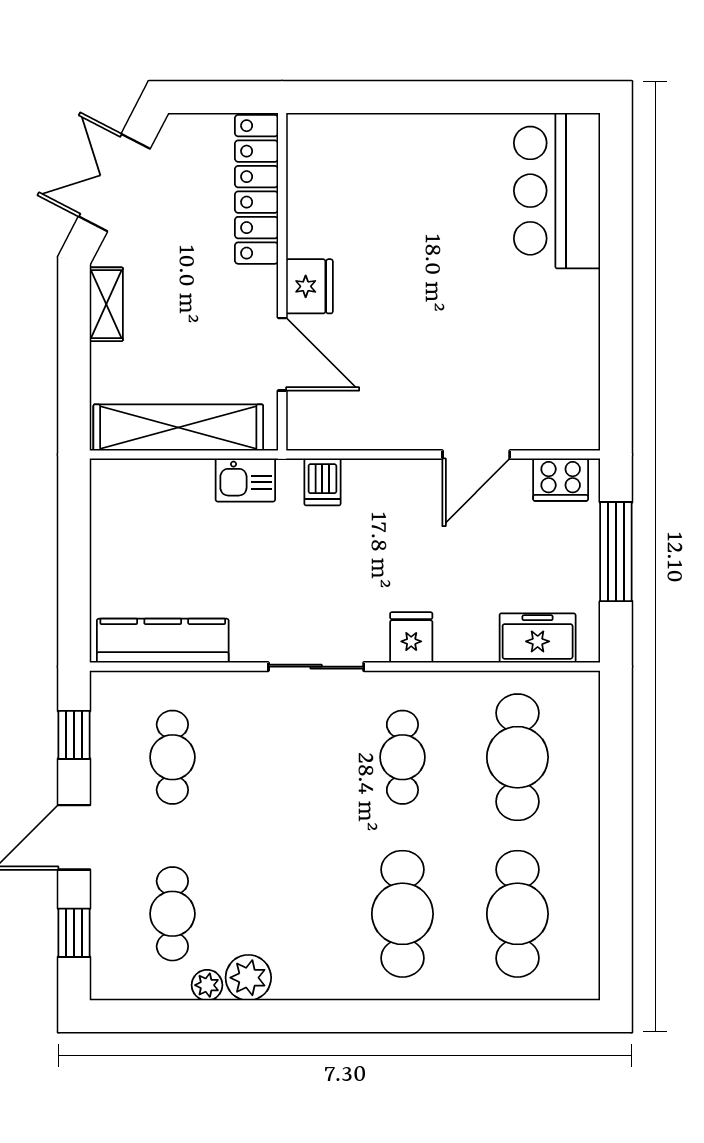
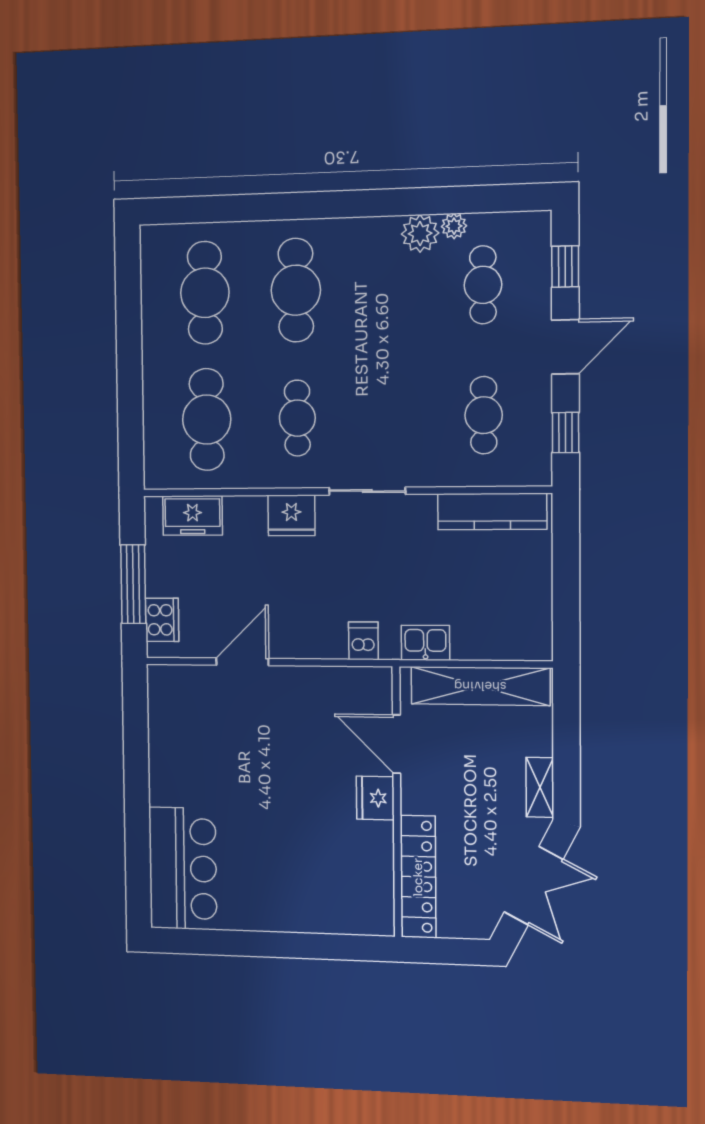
cooker: (561, 480) -> (162, 620), moved, turned 90
fridge: (411, 637) -> (291, 515), width x1.38

